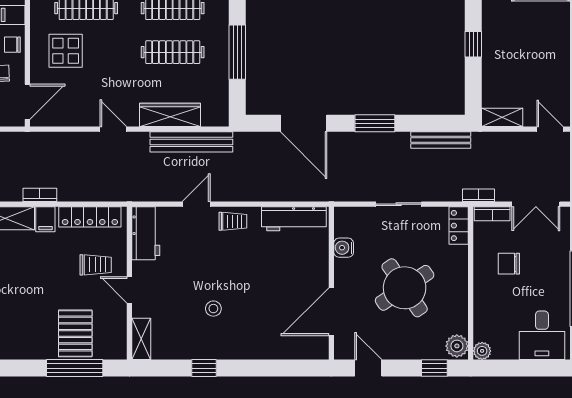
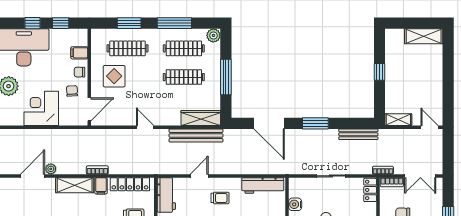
wardrobe: (170, 115) -> (201, 118), moved
trolley: (233, 221) -> (220, 198), moved

